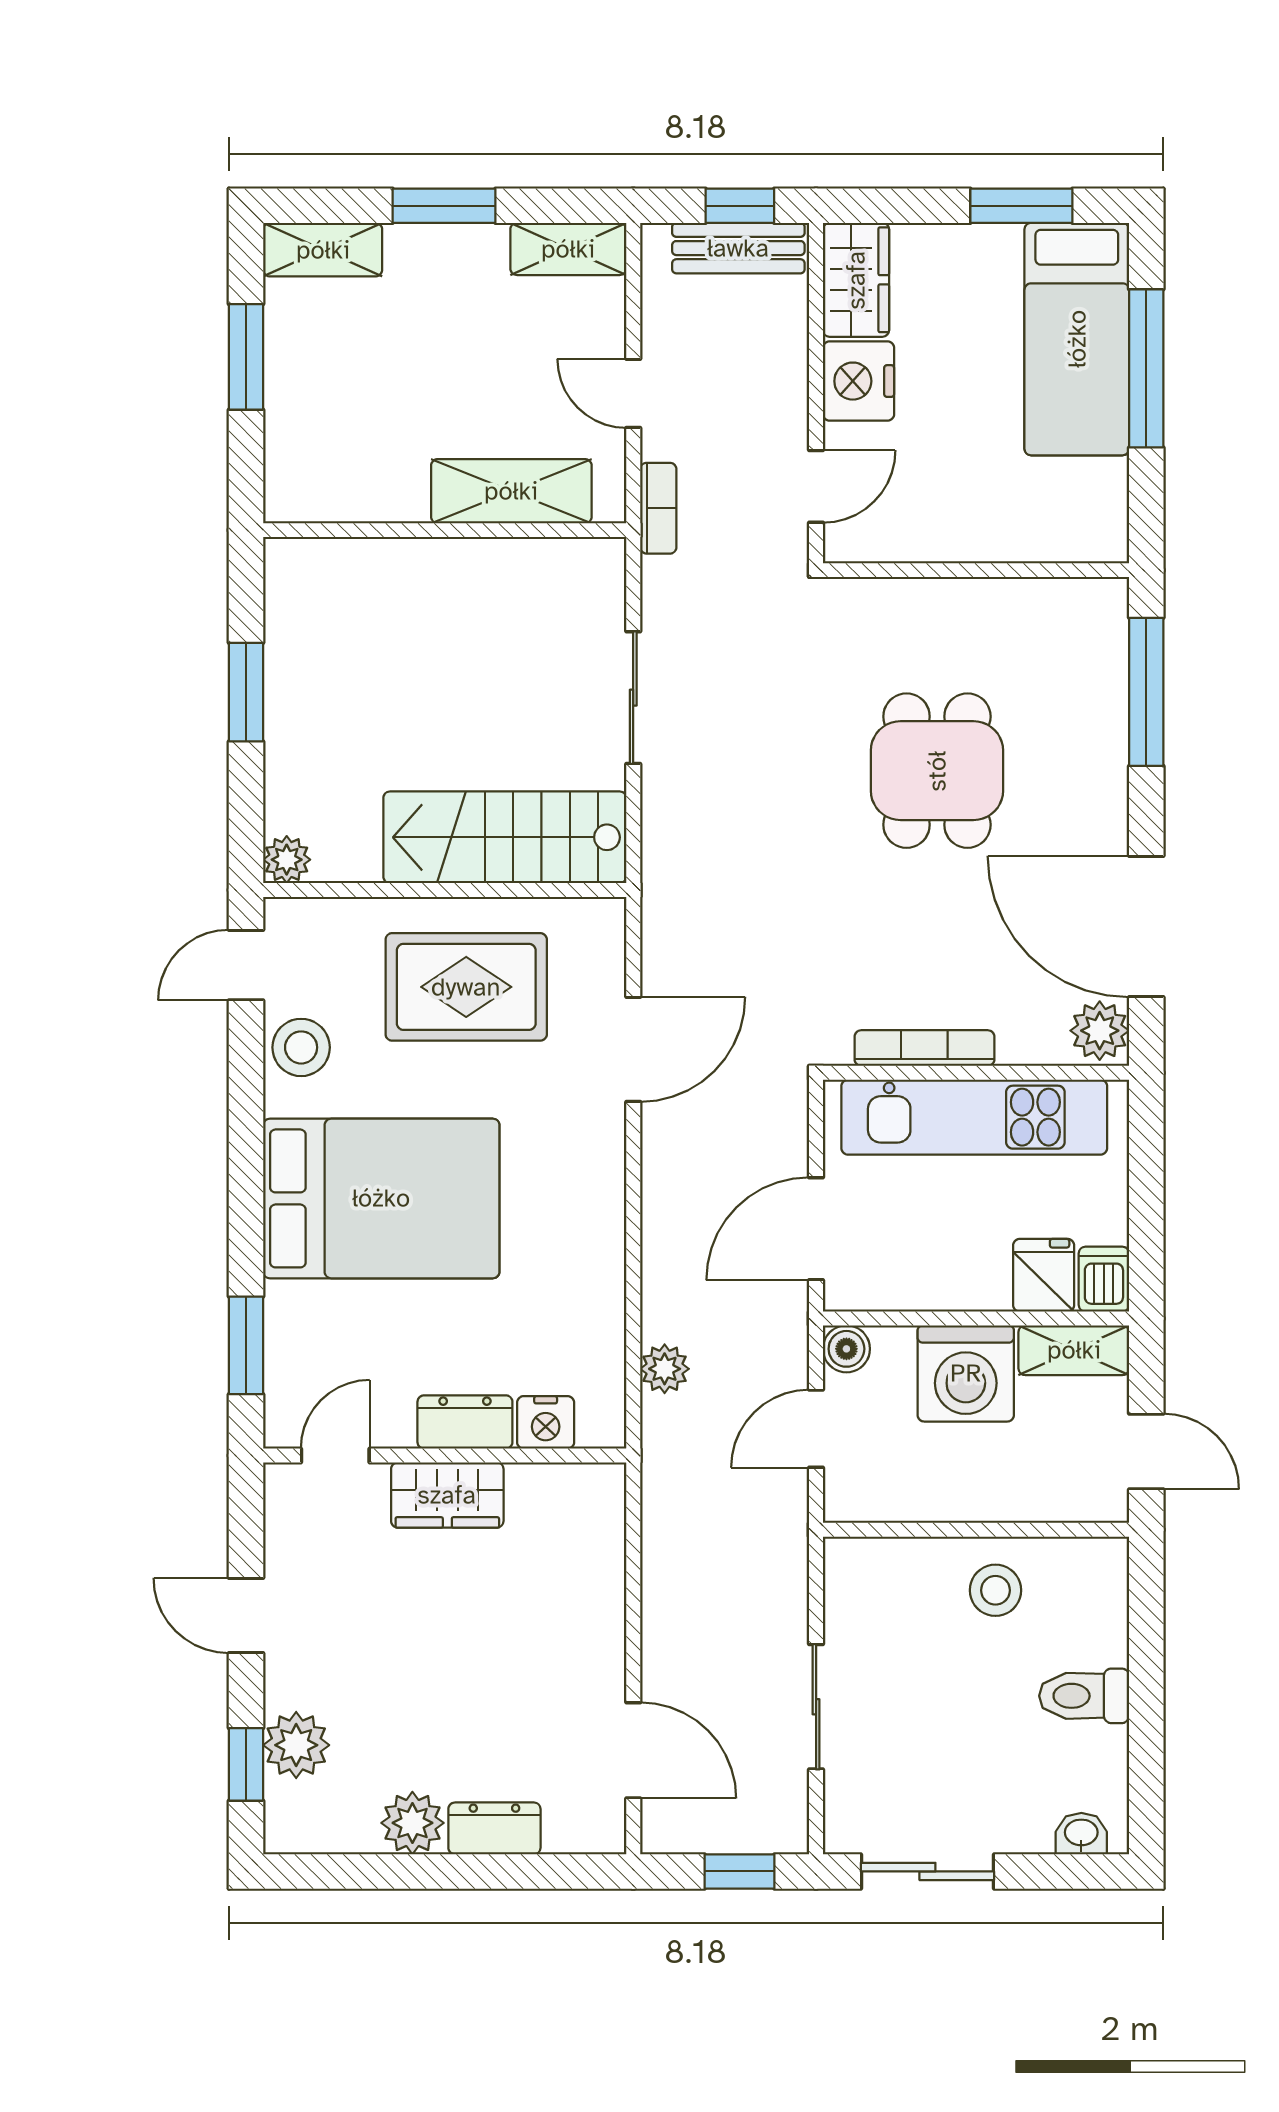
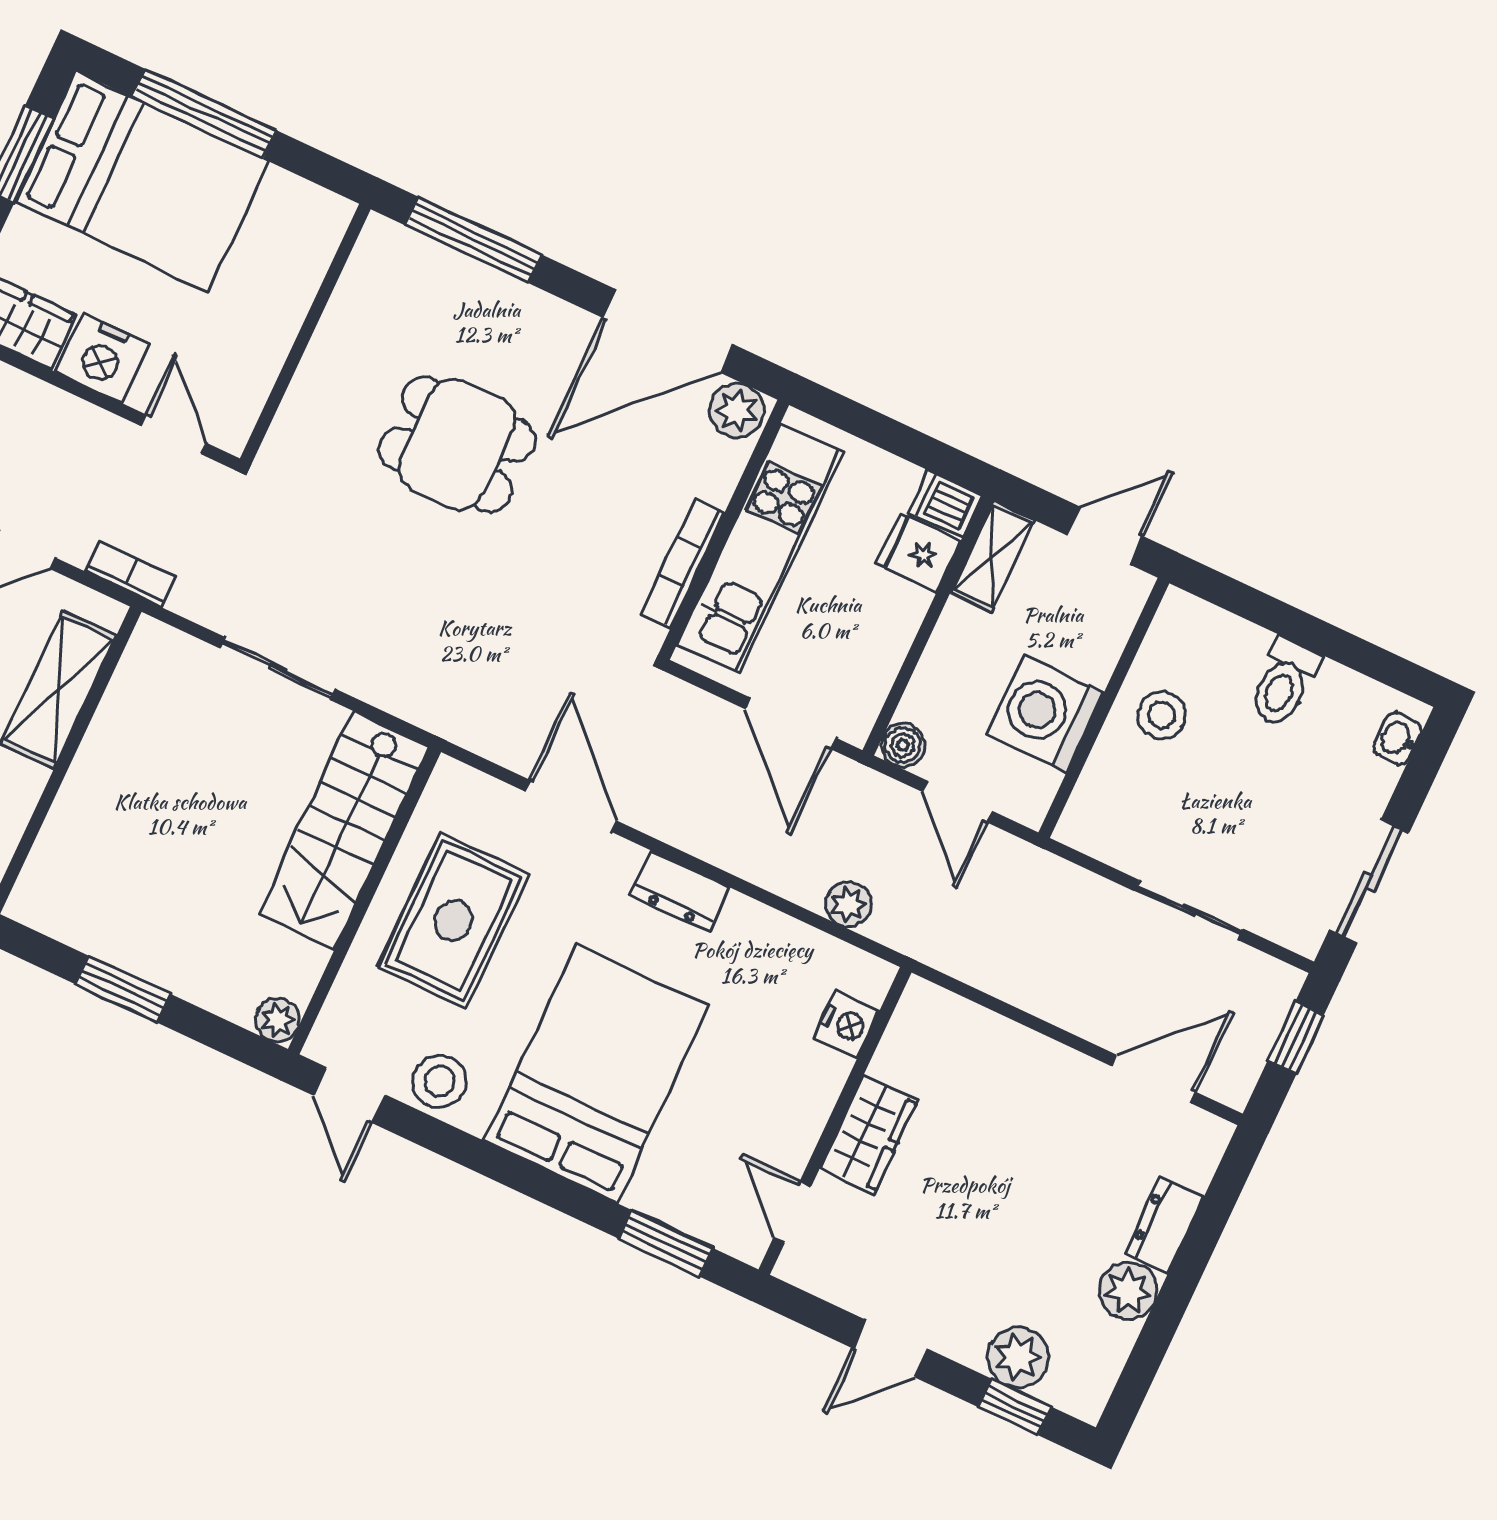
bed: (1077, 339) -> (142, 182), width x1.50
washing machine: (966, 1373) -> (1045, 714), moved, turned 180
dresser: (465, 1422) -> (680, 891), moved, turned -90

